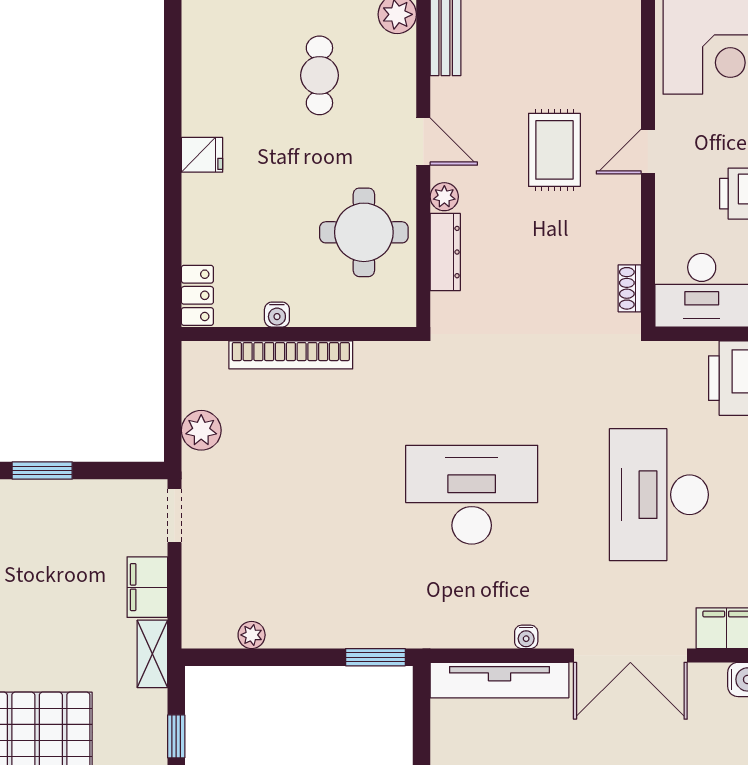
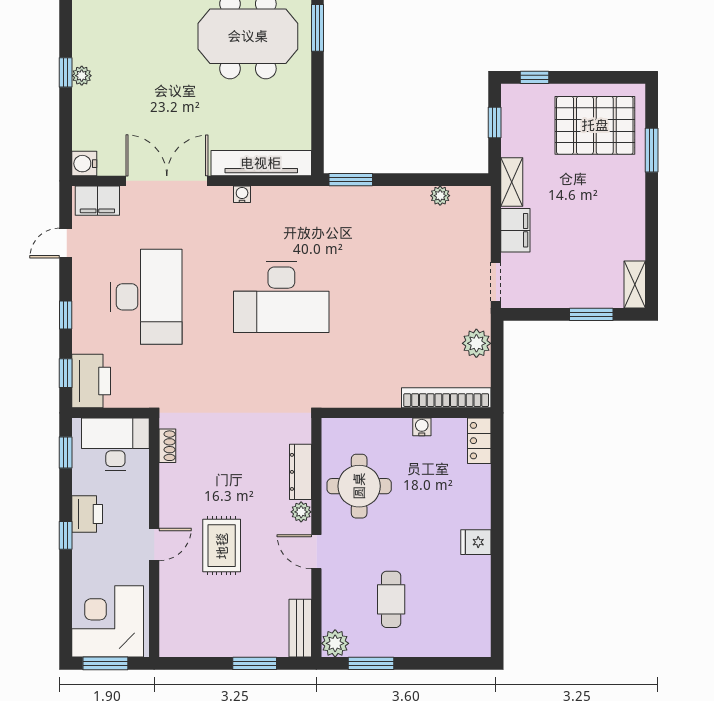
bookcase: (291, 355) -> (446, 398), moved

